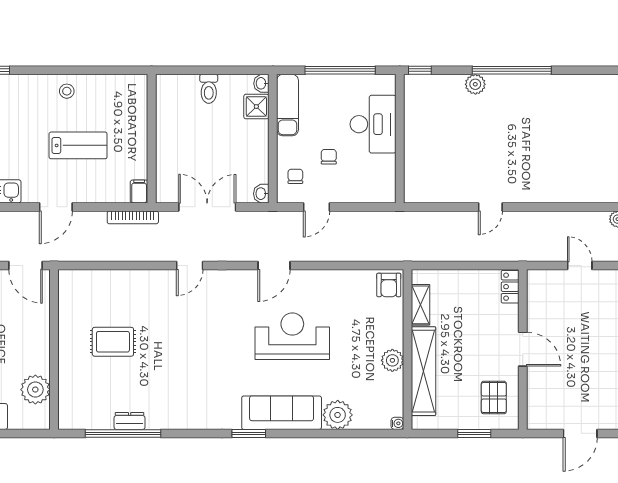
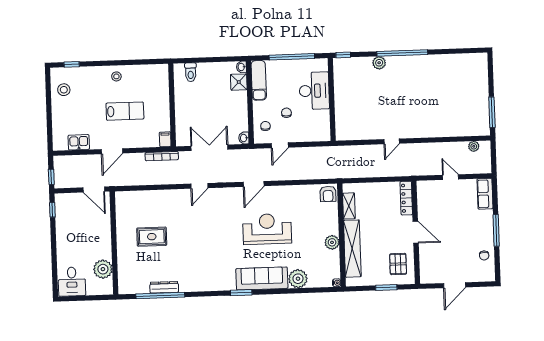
toilet: (209, 89) -> (191, 72), moved
locker: (510, 287) -> (406, 198), width x1.53
dresser: (130, 421) -> (164, 287), width x1.44

